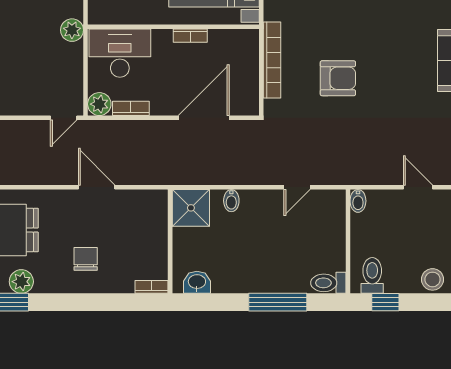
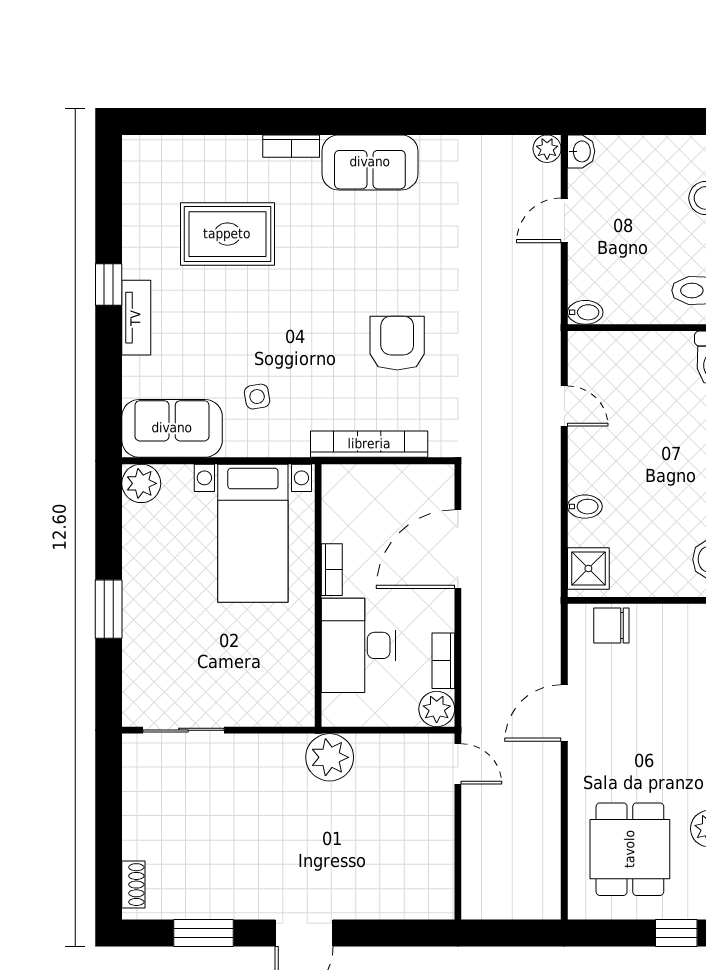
plant: (72, 30) -> (330, 757), width x1.36, depth x1.36
desk: (120, 53) -> (359, 645), moved
door: (204, 118) -> (458, 549), hinge flipped
shower: (191, 208) -> (588, 568), width x0.73, depth x0.73
chair: (86, 259) -> (611, 625), moved

